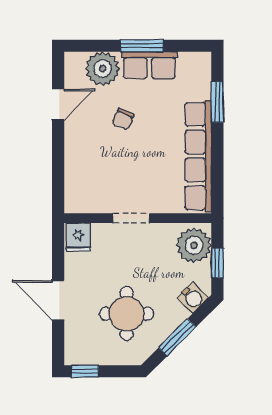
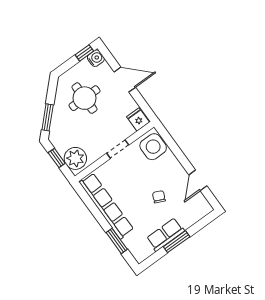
plant: (103, 69) -> (188, 215), removed
side table: (84, 188) -> (153, 147), added
water cooler: (193, 298) -> (96, 58), moved, turned 135
window: (177, 337) -> (48, 117), moved

